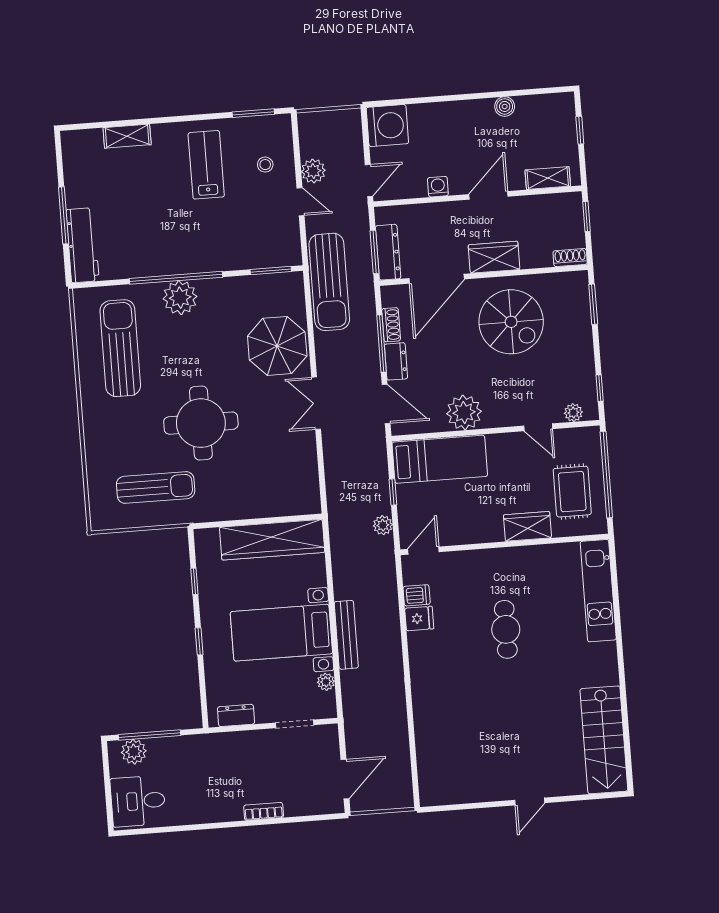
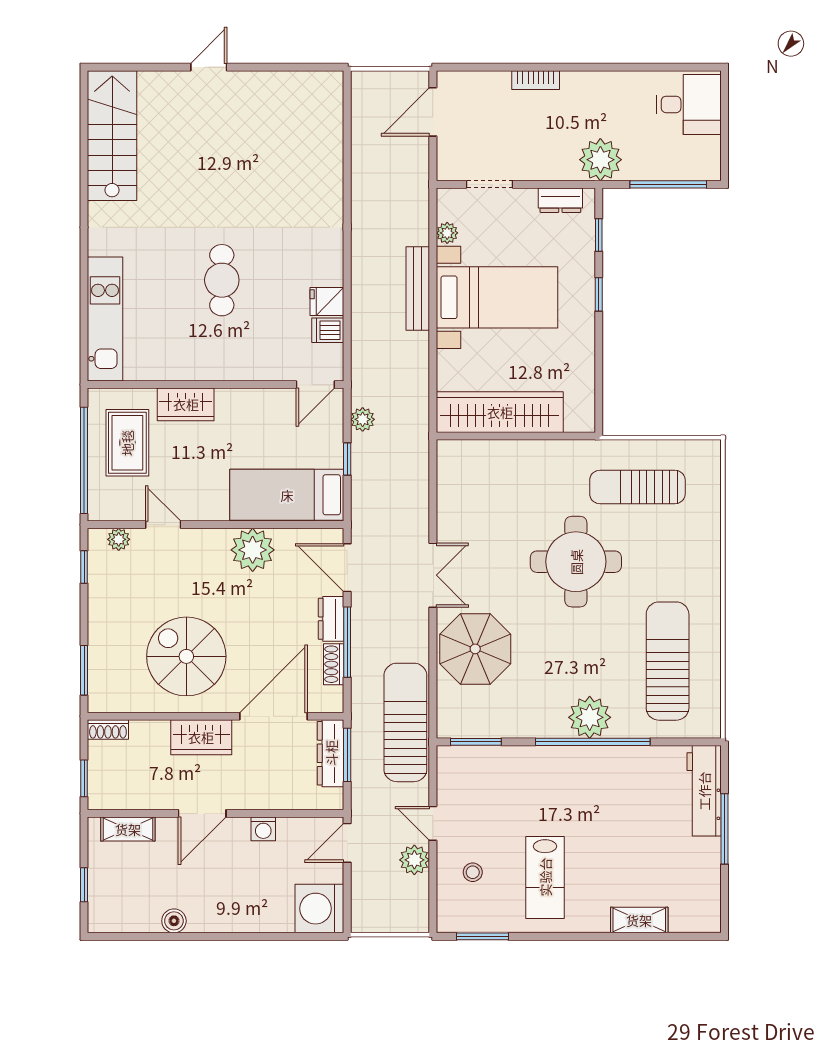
sun lounger: (120, 348) -> (668, 661), turned 180
window: (194, 581) -> (599, 235), moved
plant: (134, 752) -> (600, 160), moved, width x1.36, depth x1.36

